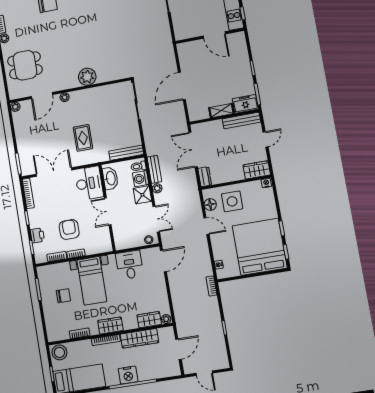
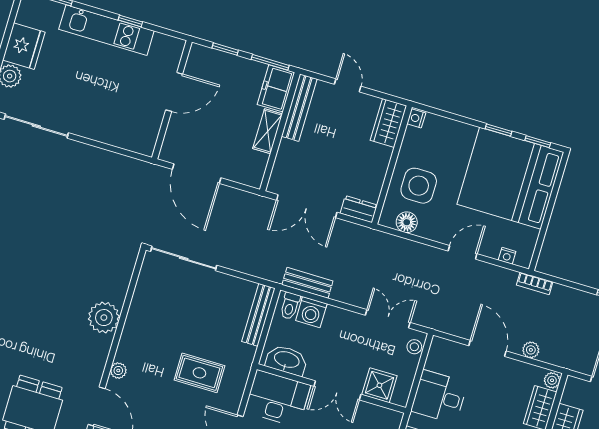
door: (214, 35) -> (174, 92), moved
wall: (210, 36) -> (172, 100), moved
plant: (157, 188) -> (531, 350), moved
shower: (142, 195) -> (379, 385), moved
door: (206, 226) -> (463, 252), moved
door: (163, 261) -> (487, 348), moved

